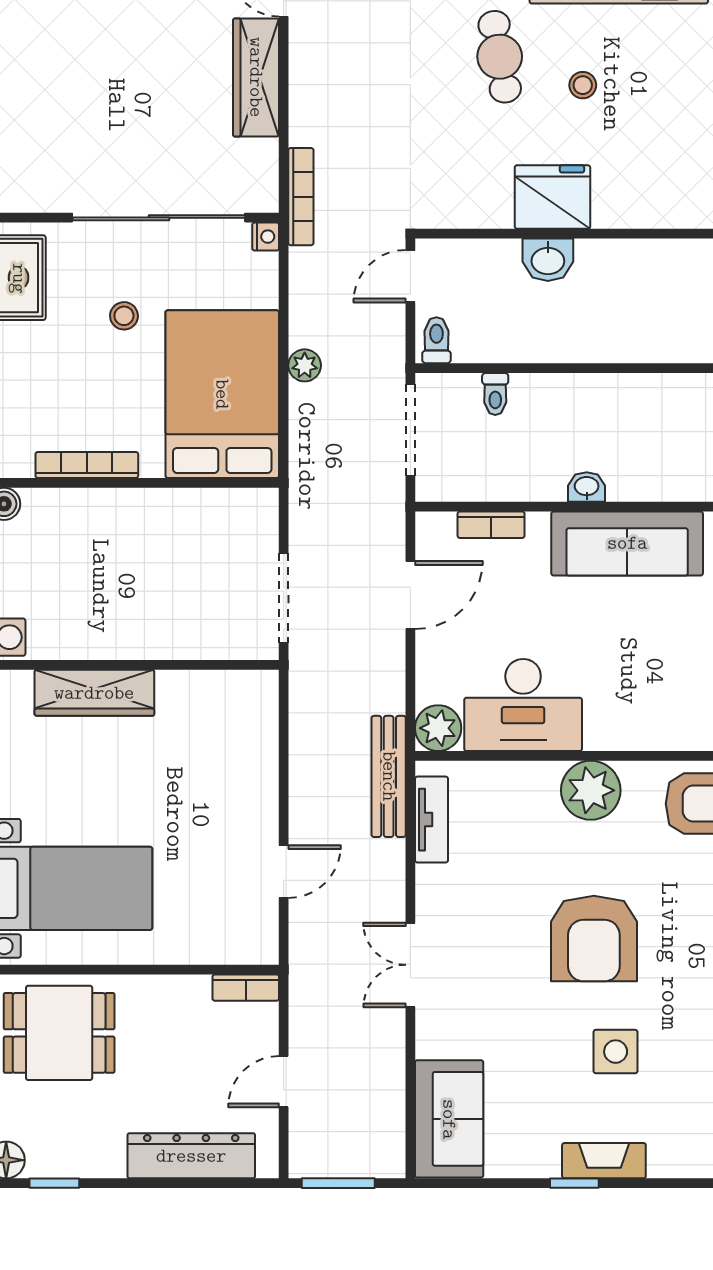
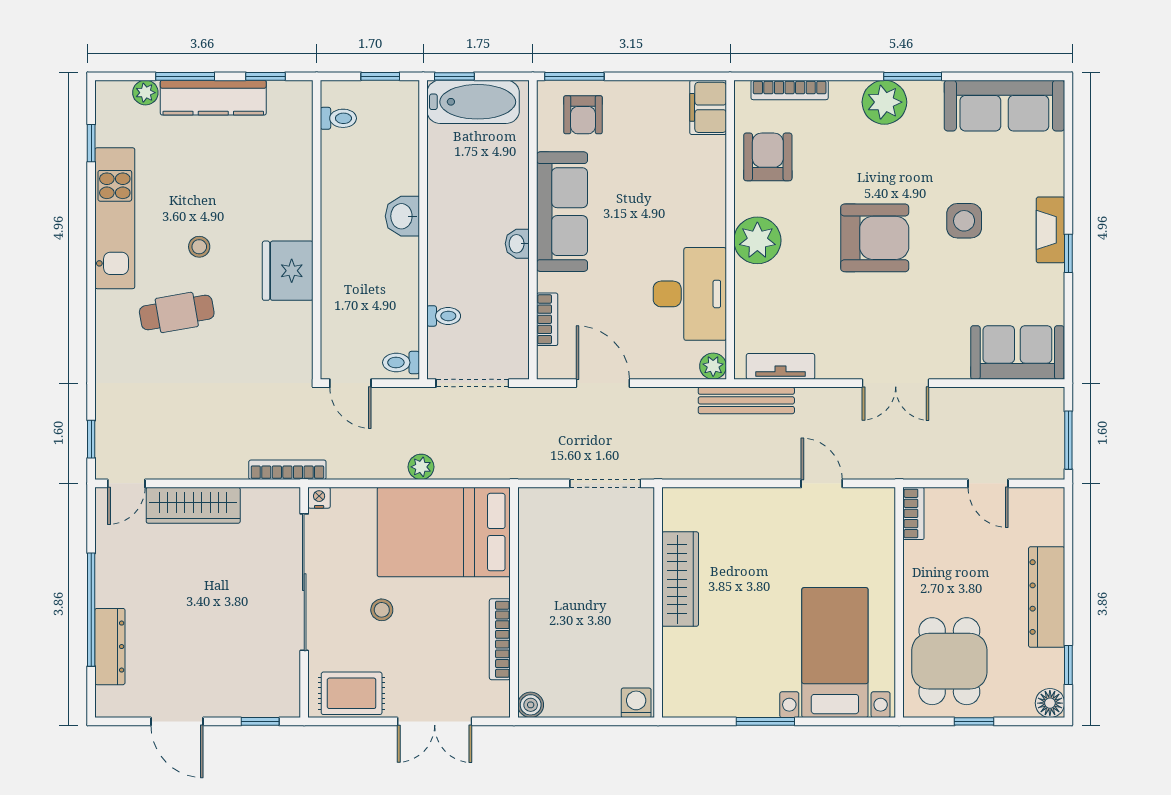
washbasin: (548, 260) -> (402, 216), moved, turned 180
wardrobe: (94, 693) -> (680, 579), moved
plant: (438, 728) -> (713, 366), width x0.73, depth x0.73
dresser: (191, 1156) -> (1047, 597), moved

